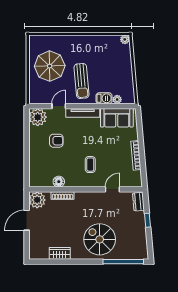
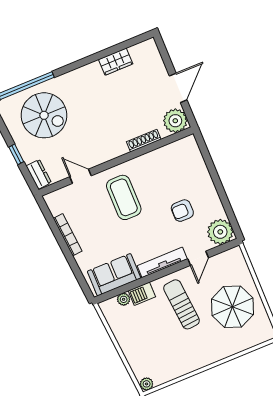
coffee table: (90, 165) -> (124, 197), width x1.86, depth x1.72
floor lamp: (59, 182) -> (156, 157), removed
door: (112, 189) -> (80, 176), swing flipped
spiral stairs: (100, 239) -> (44, 115), moved

